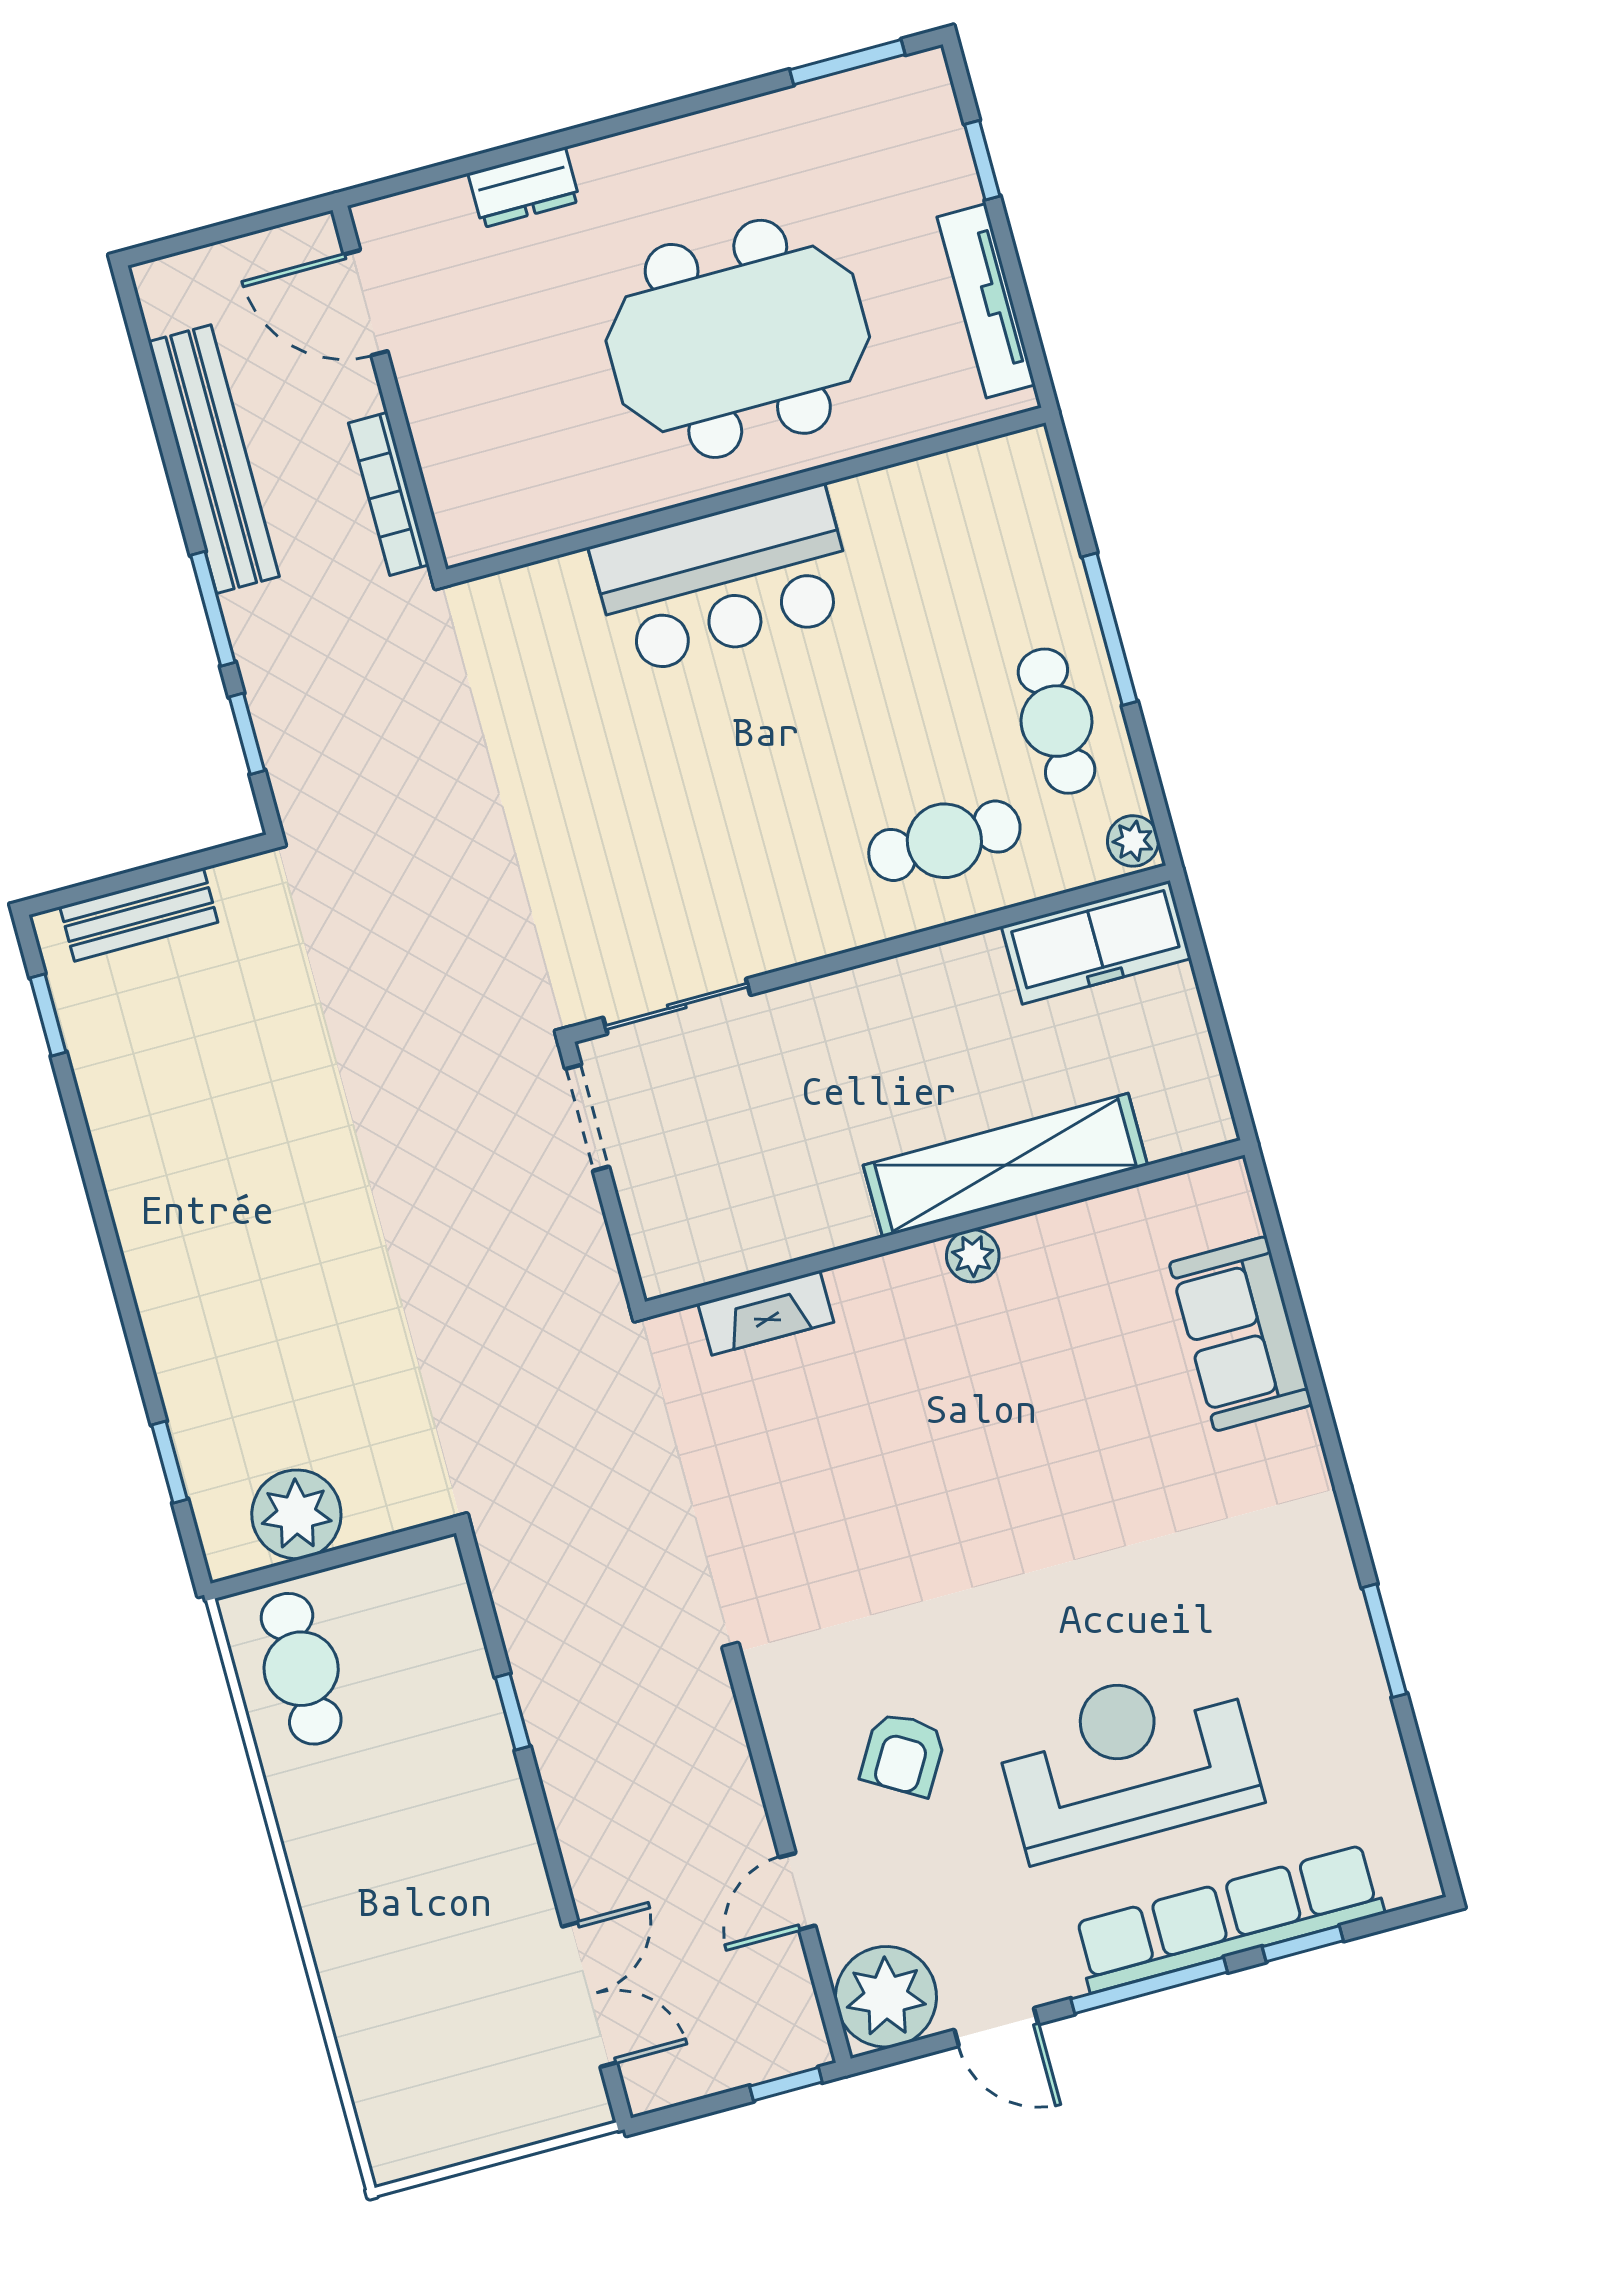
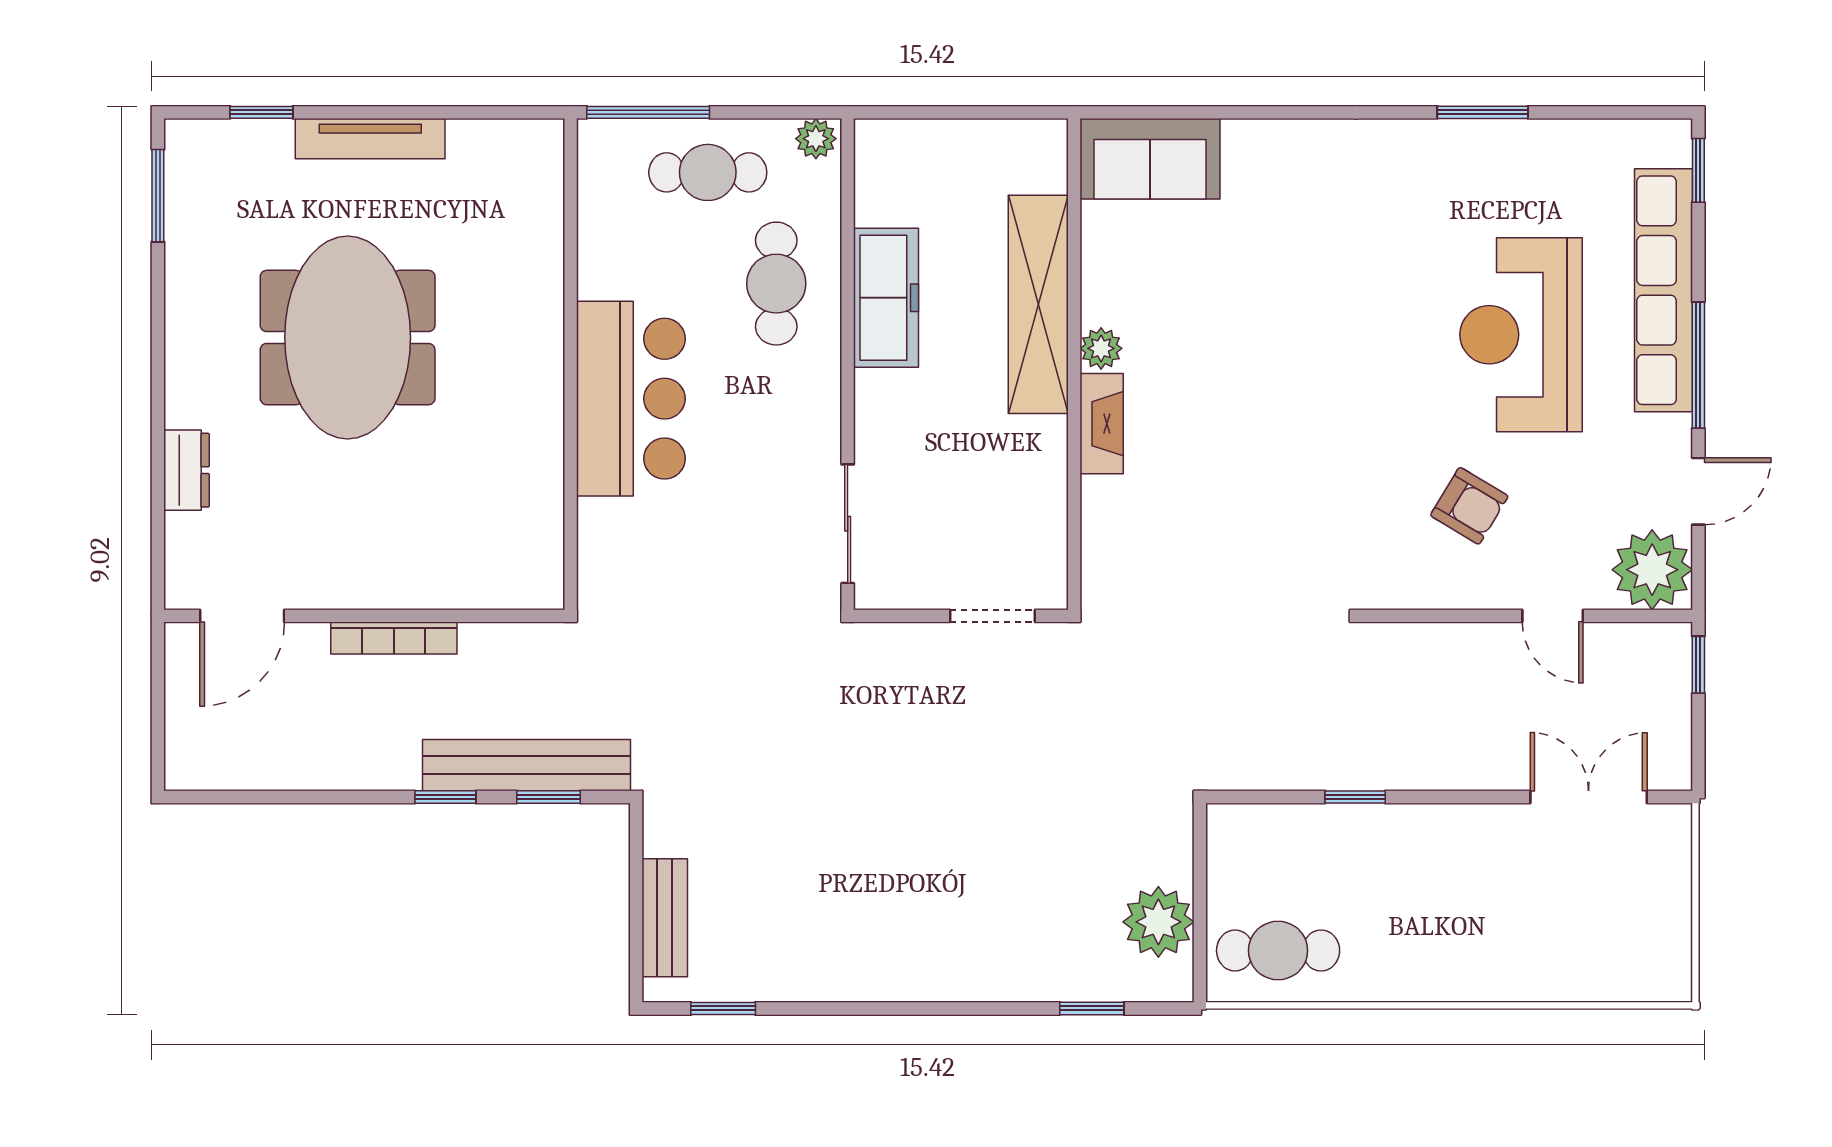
bench: (214, 459) -> (526, 765), moved
wall: (746, 496) -> (571, 364), moved
bar counter: (724, 580) -> (631, 399), moved
window: (213, 609) -> (445, 797), width x0.67
freezer: (1096, 942) -> (886, 298), moved
doorway: (587, 1118) -> (993, 616), moved
fireplace: (766, 1313) -> (1102, 424), moved
sofa: (1241, 1334) -> (1150, 159), moved
window: (1303, 1944) -> (1698, 170), moved

